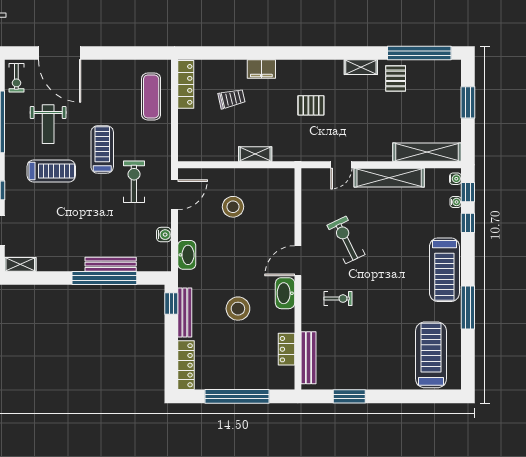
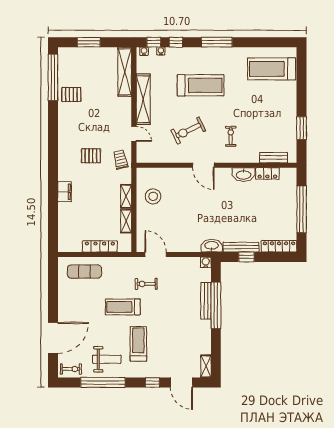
shelving: (361, 67) -> (126, 221), moved
locker: (186, 84) -> (100, 246), moved
trolley: (232, 99) -> (121, 160), moved
pallet: (311, 105) -> (91, 156), turned 90
weight bench: (48, 124) -> (107, 359), moved
exercise bike: (134, 182) -> (146, 284), width x0.73, depth x0.72
stool: (233, 207) -> (153, 196), moved
water cooler: (164, 235) -> (206, 262), moved
washbasin: (187, 255) -> (212, 246), moved
treadmill: (444, 270) -> (201, 85), moved
washbasin: (285, 293) -> (244, 175), moved
window: (171, 304) -> (246, 257), moved
window: (468, 308) -> (217, 42), moved
stool: (238, 309) -> (238, 209), removed
bench: (309, 358) -> (274, 158), width x0.73

